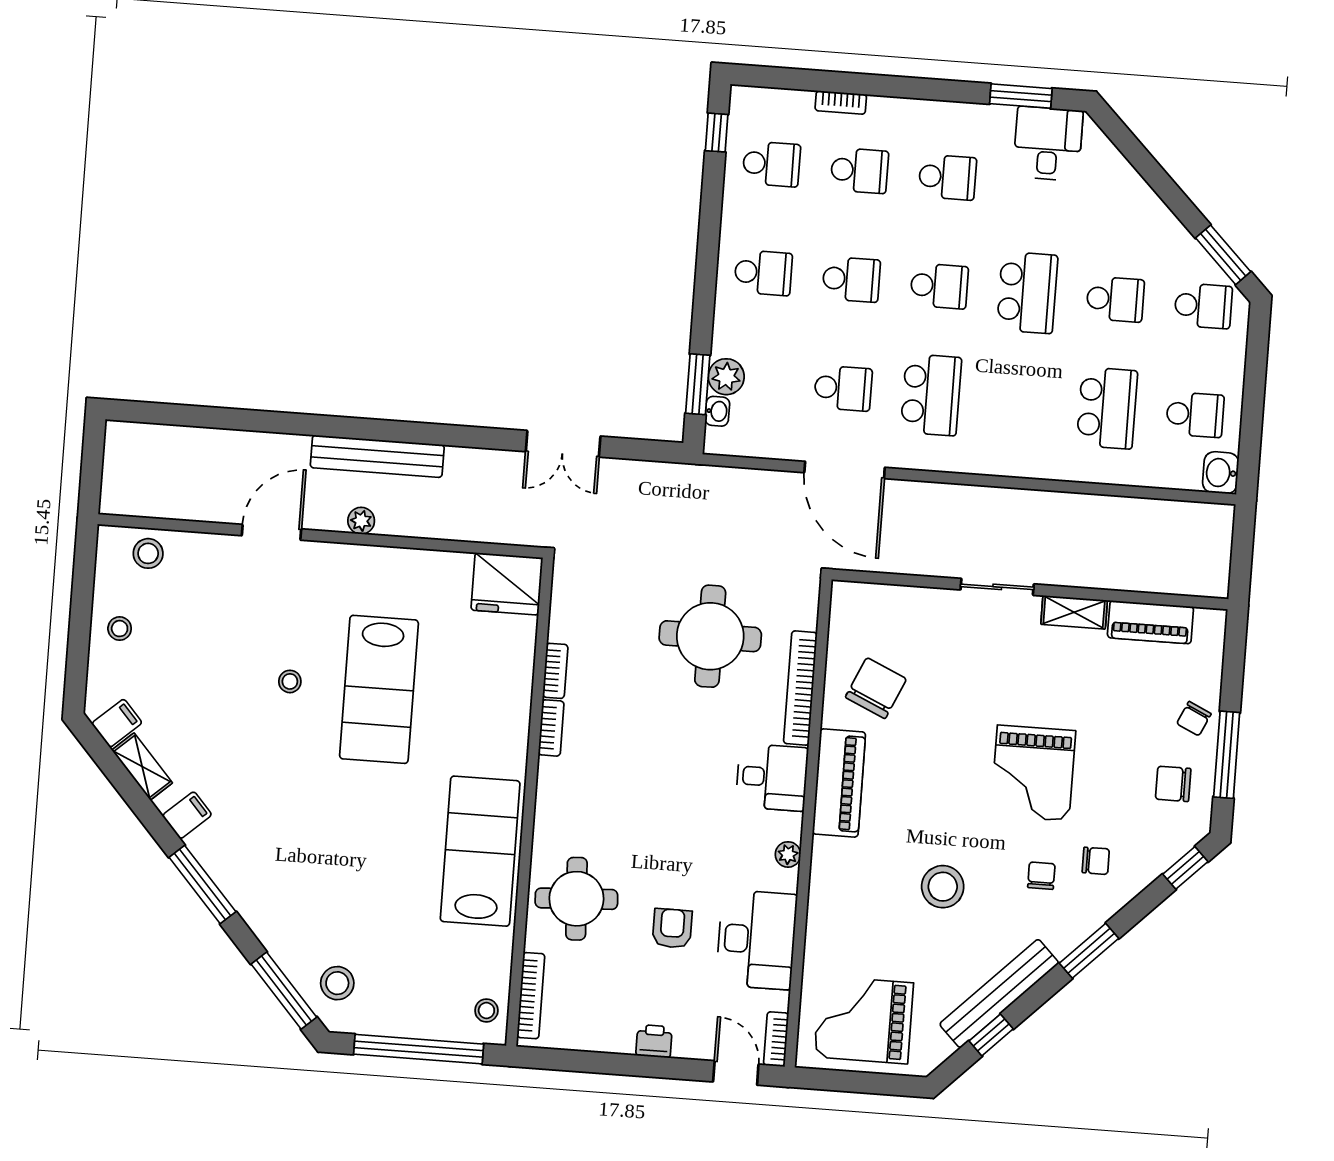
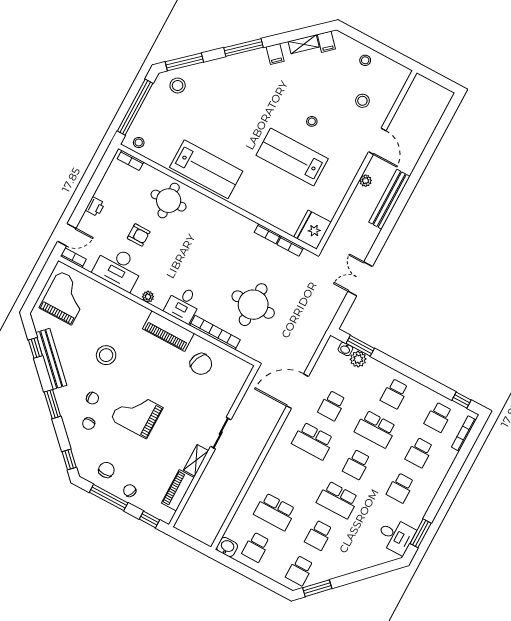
bookcase: (841, 103) -> (464, 434), moved, width x1.56
school desk: (851, 279) -> (376, 429), width x1.85
stool: (148, 553) -> (362, 101), moved
window: (1234, 653) -> (149, 519), added
bookcase: (551, 728) -> (290, 246), moved
bookcase: (531, 996) -> (131, 160), width x0.64

